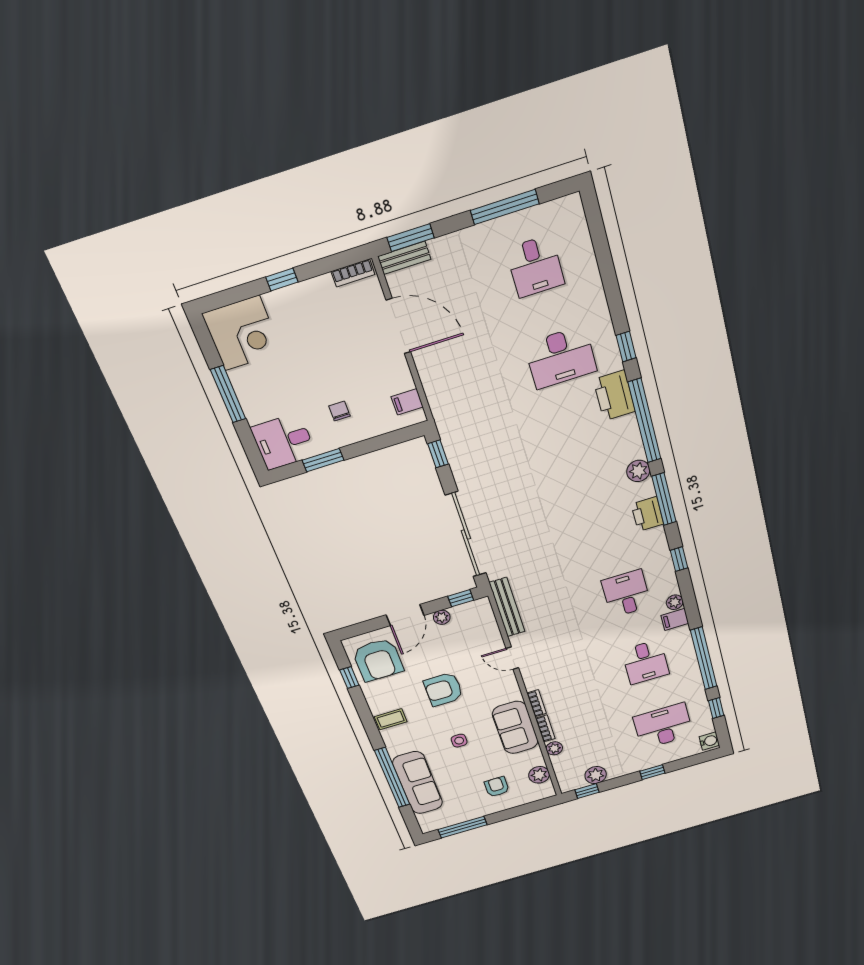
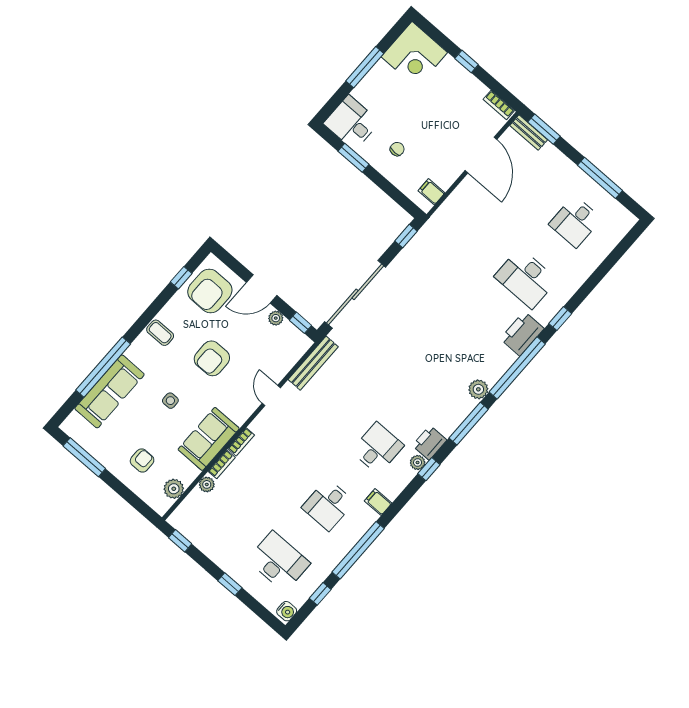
printer: (647, 514) -> (430, 443), moved
plant: (675, 602) -> (418, 462), moved
armchair: (443, 689) -> (212, 358), turned -90
plant: (596, 775) -> (200, 537), removed

